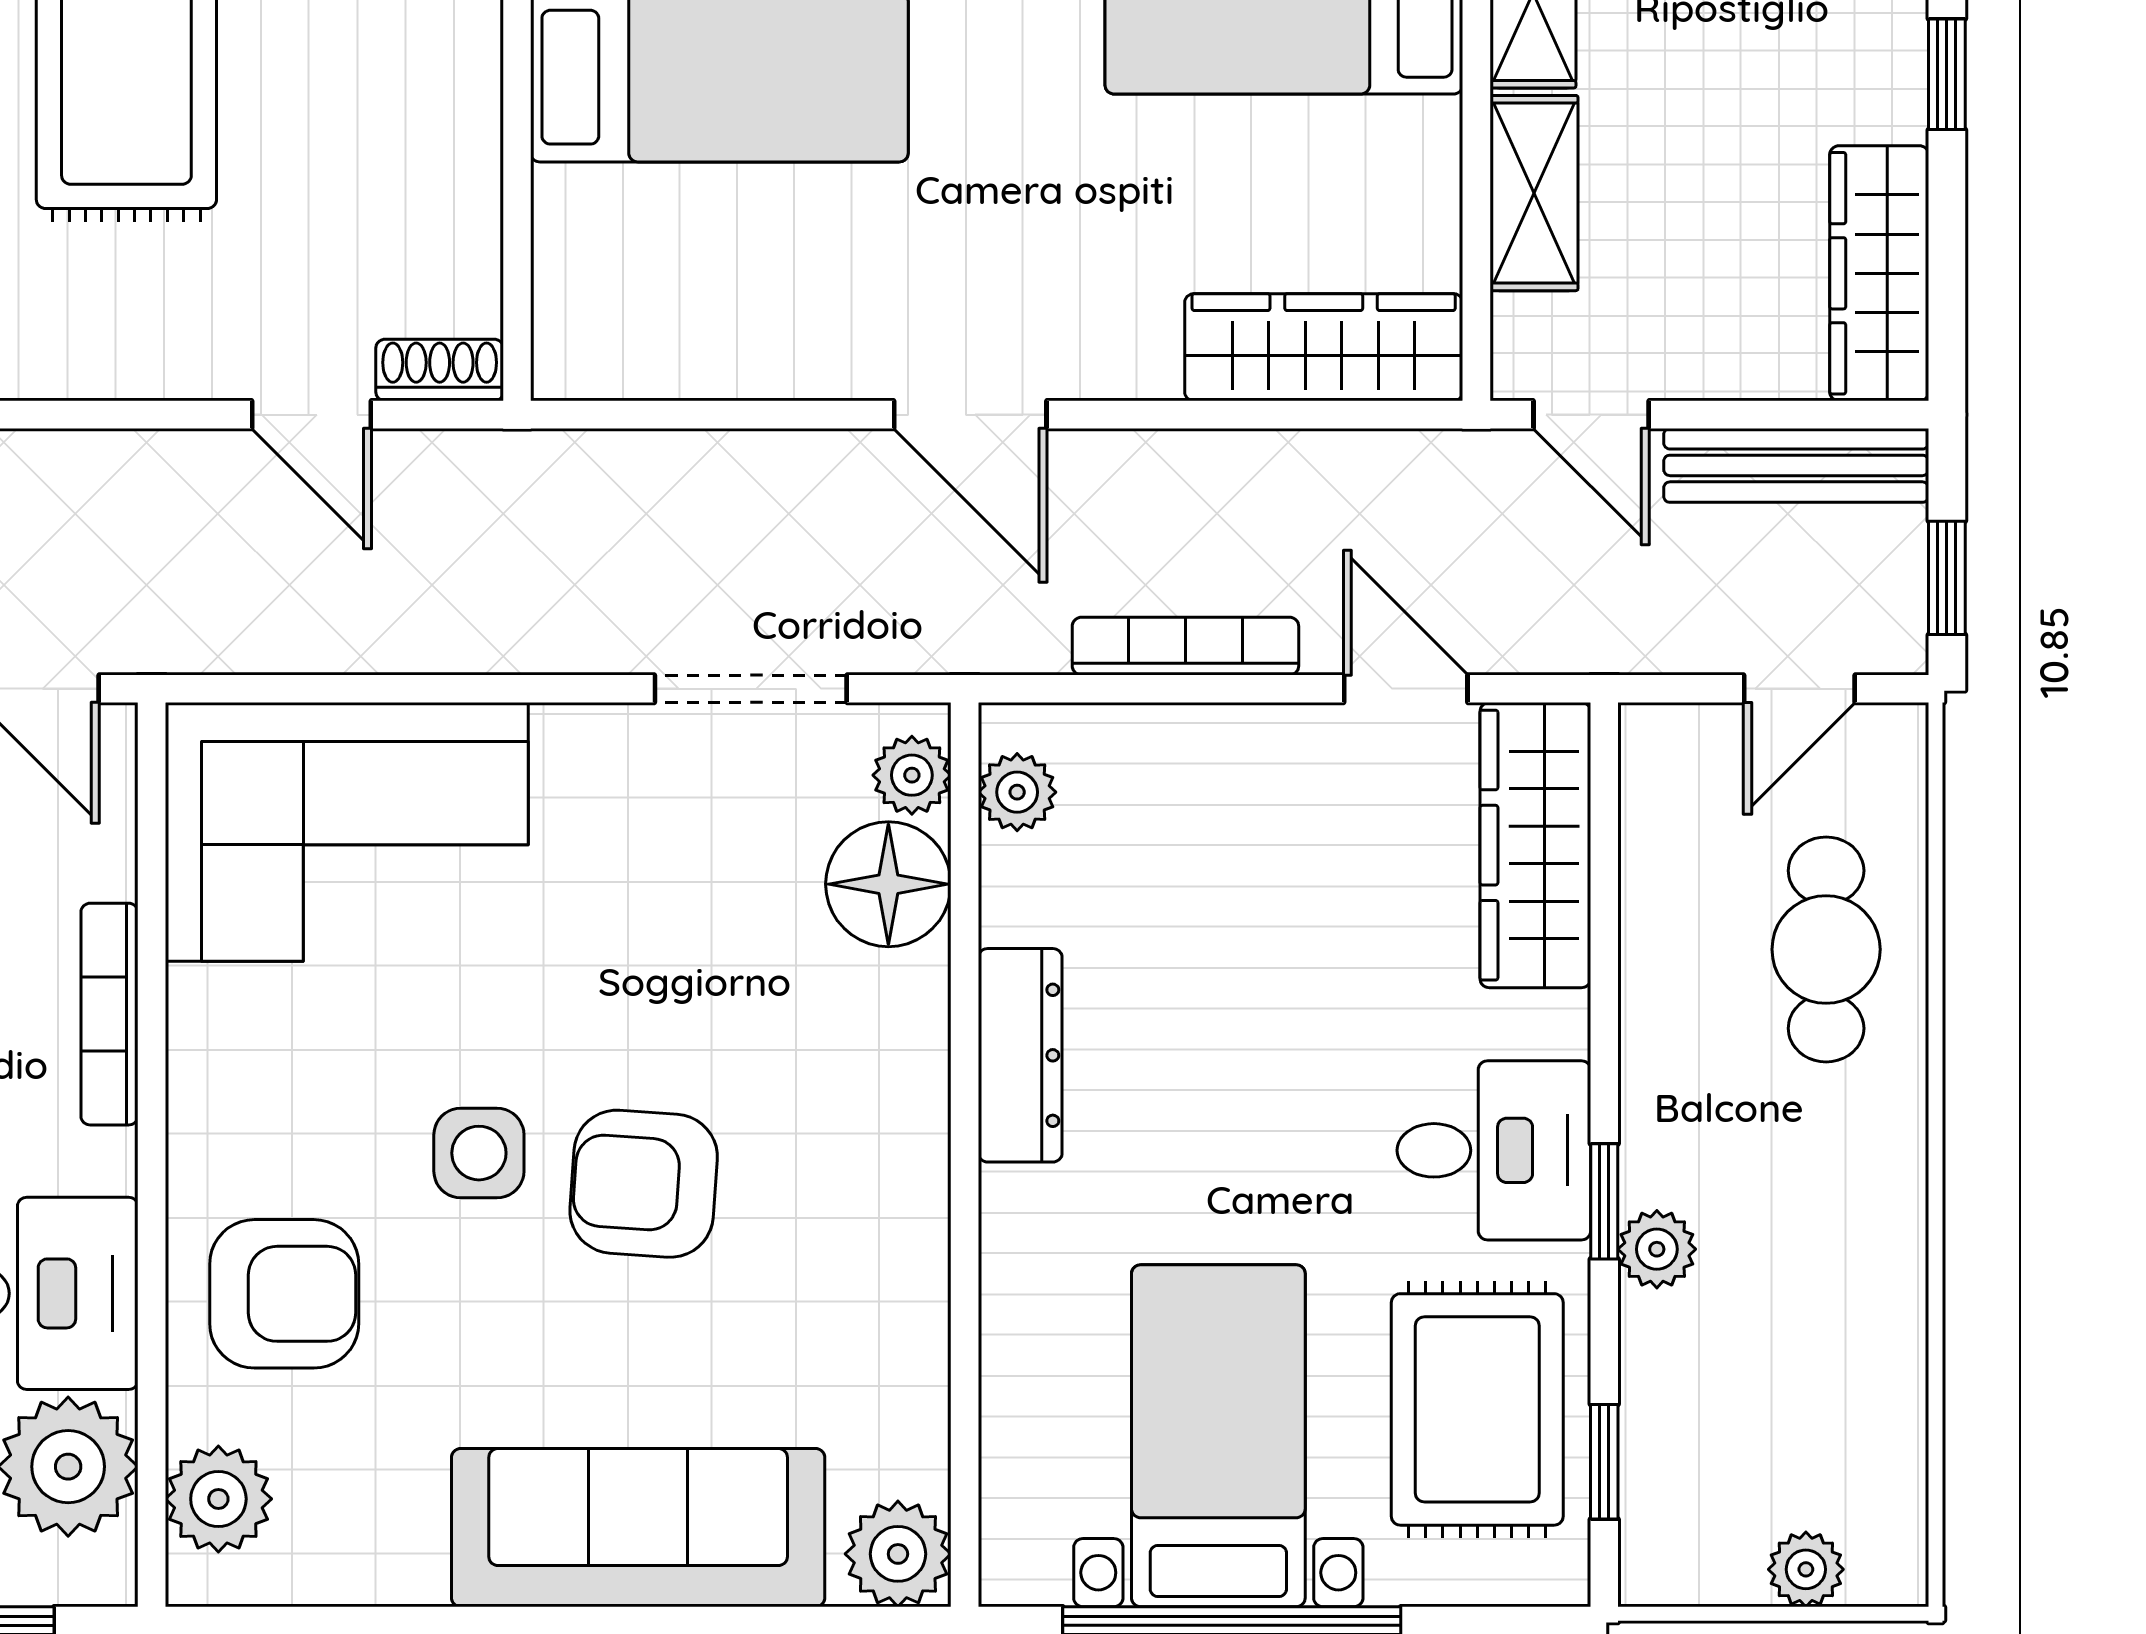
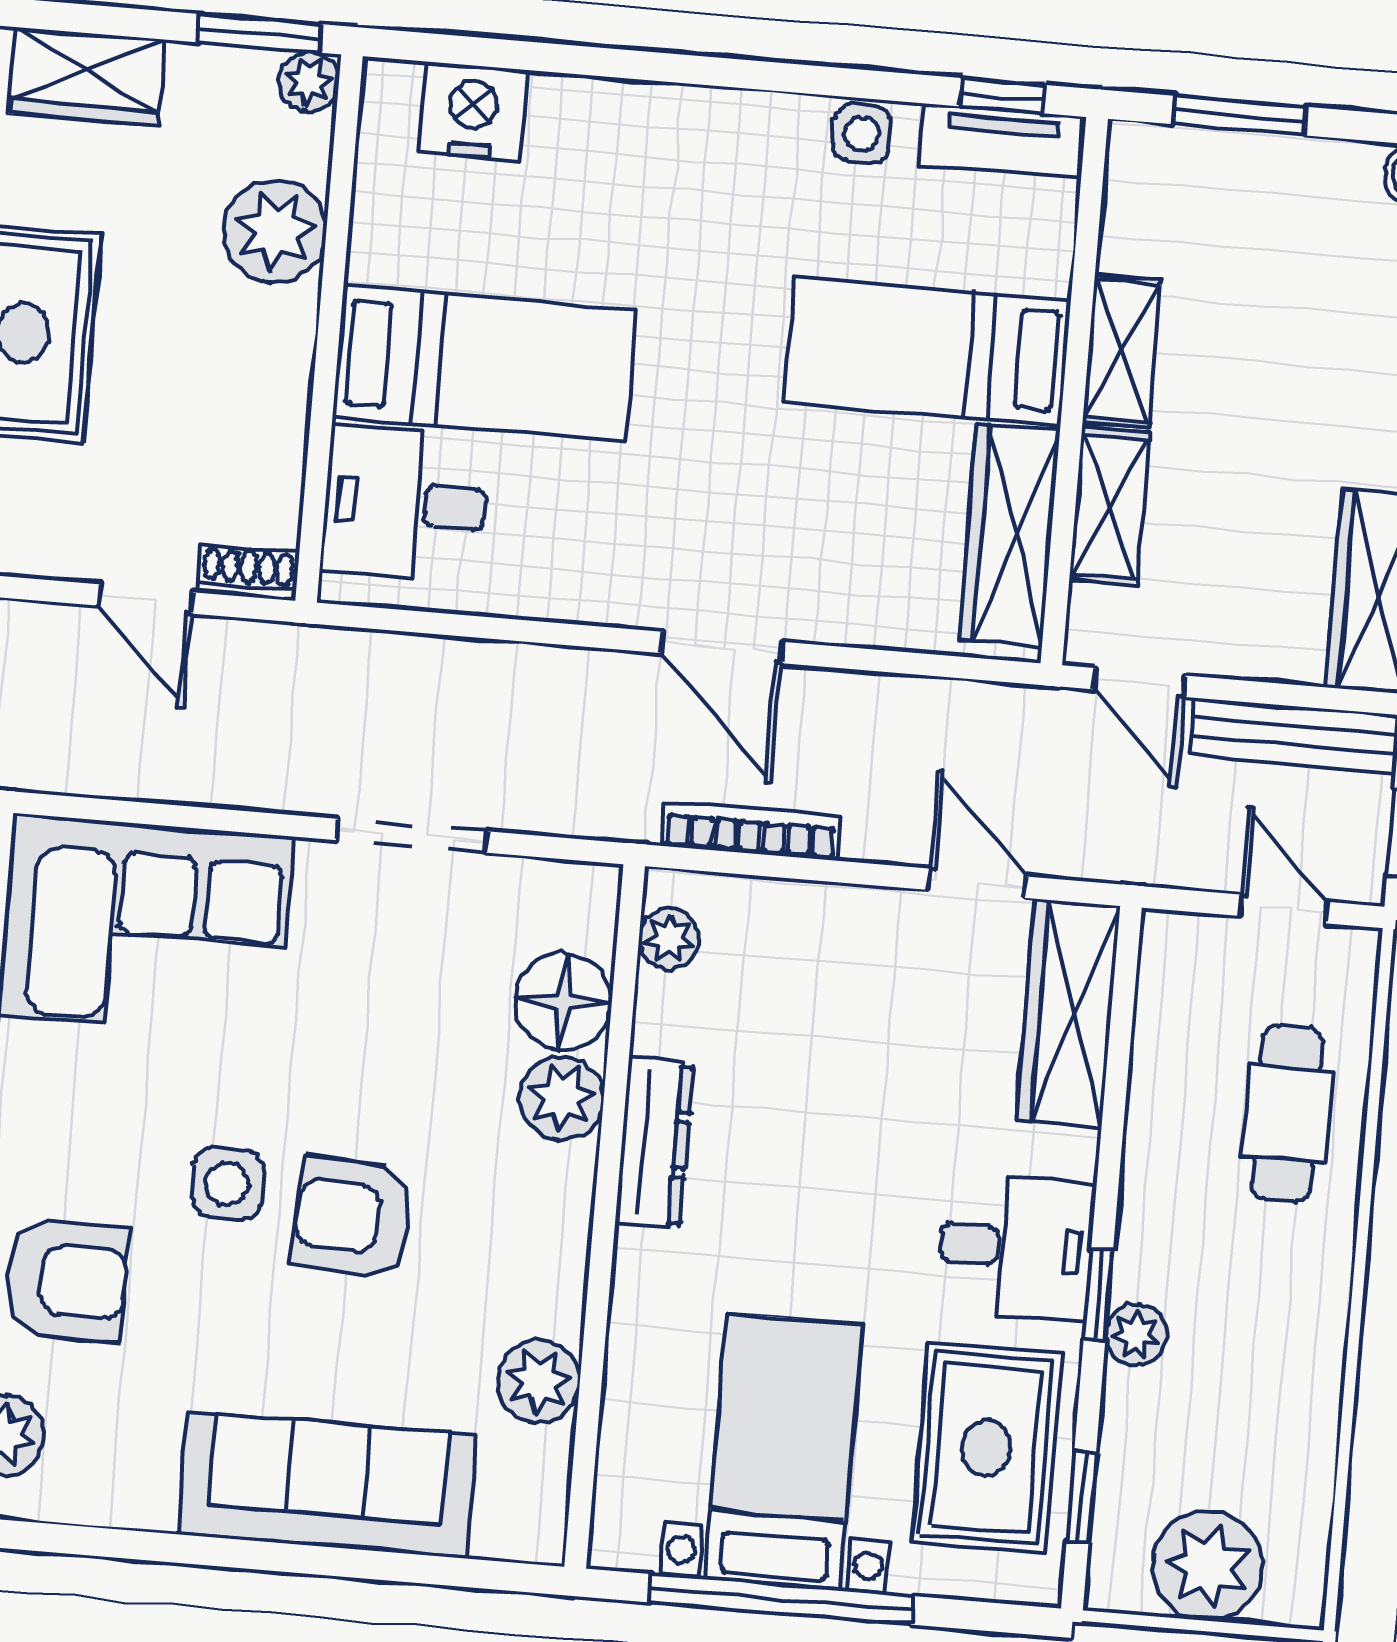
desk: (633, 265) -> (405, 503), added
wardrobe: (1324, 347) -> (1009, 535), moved, turned -90
door: (970, 415) -> (722, 647), moved
bookcase: (1185, 646) -> (751, 831), moved
doorway: (751, 689) -> (412, 836), moved
door: (1799, 689) -> (1283, 909), swing flipped
plant: (912, 775) -> (562, 1098), moved, width x1.38, depth x1.38
plant: (898, 1554) -> (539, 1382), moved
plant: (1806, 1569) -> (1208, 1566), width x1.88, depth x1.88

